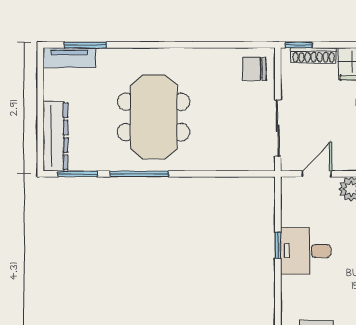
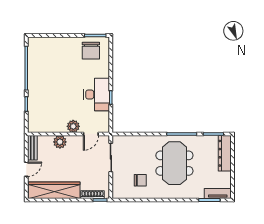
chair: (254, 69) -> (140, 180), moved
desk: (306, 251) -> (97, 94), width x1.37

